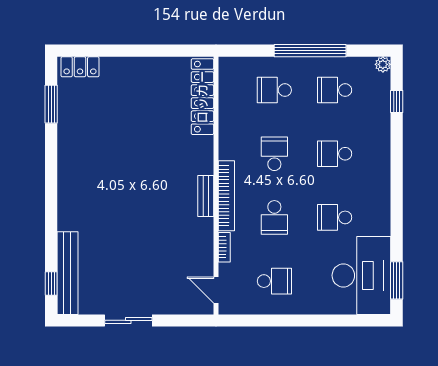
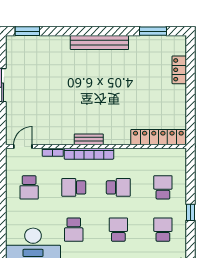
window: (310, 51) -> (191, 212), width x0.32
locker: (80, 67) -> (179, 70), moved
school desk: (335, 217) -> (74, 230), turned 180
bench: (67, 273) -> (99, 42), moved
window: (51, 284) -> (27, 31), width x1.50

